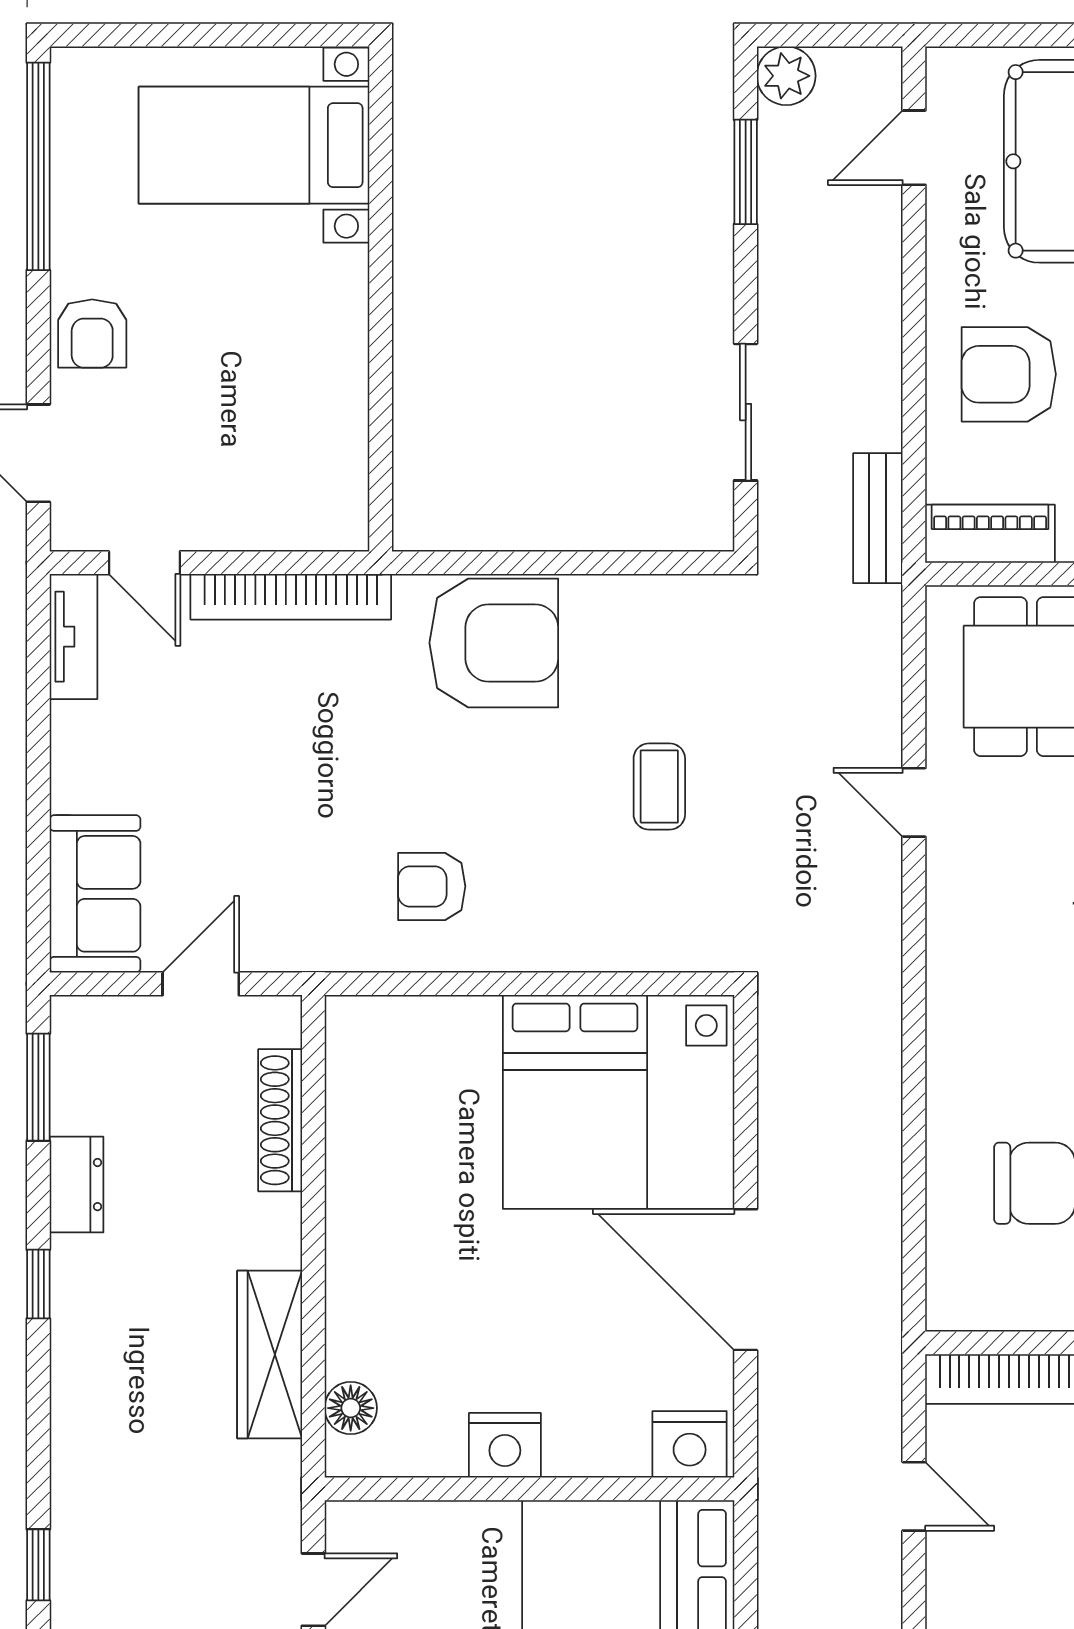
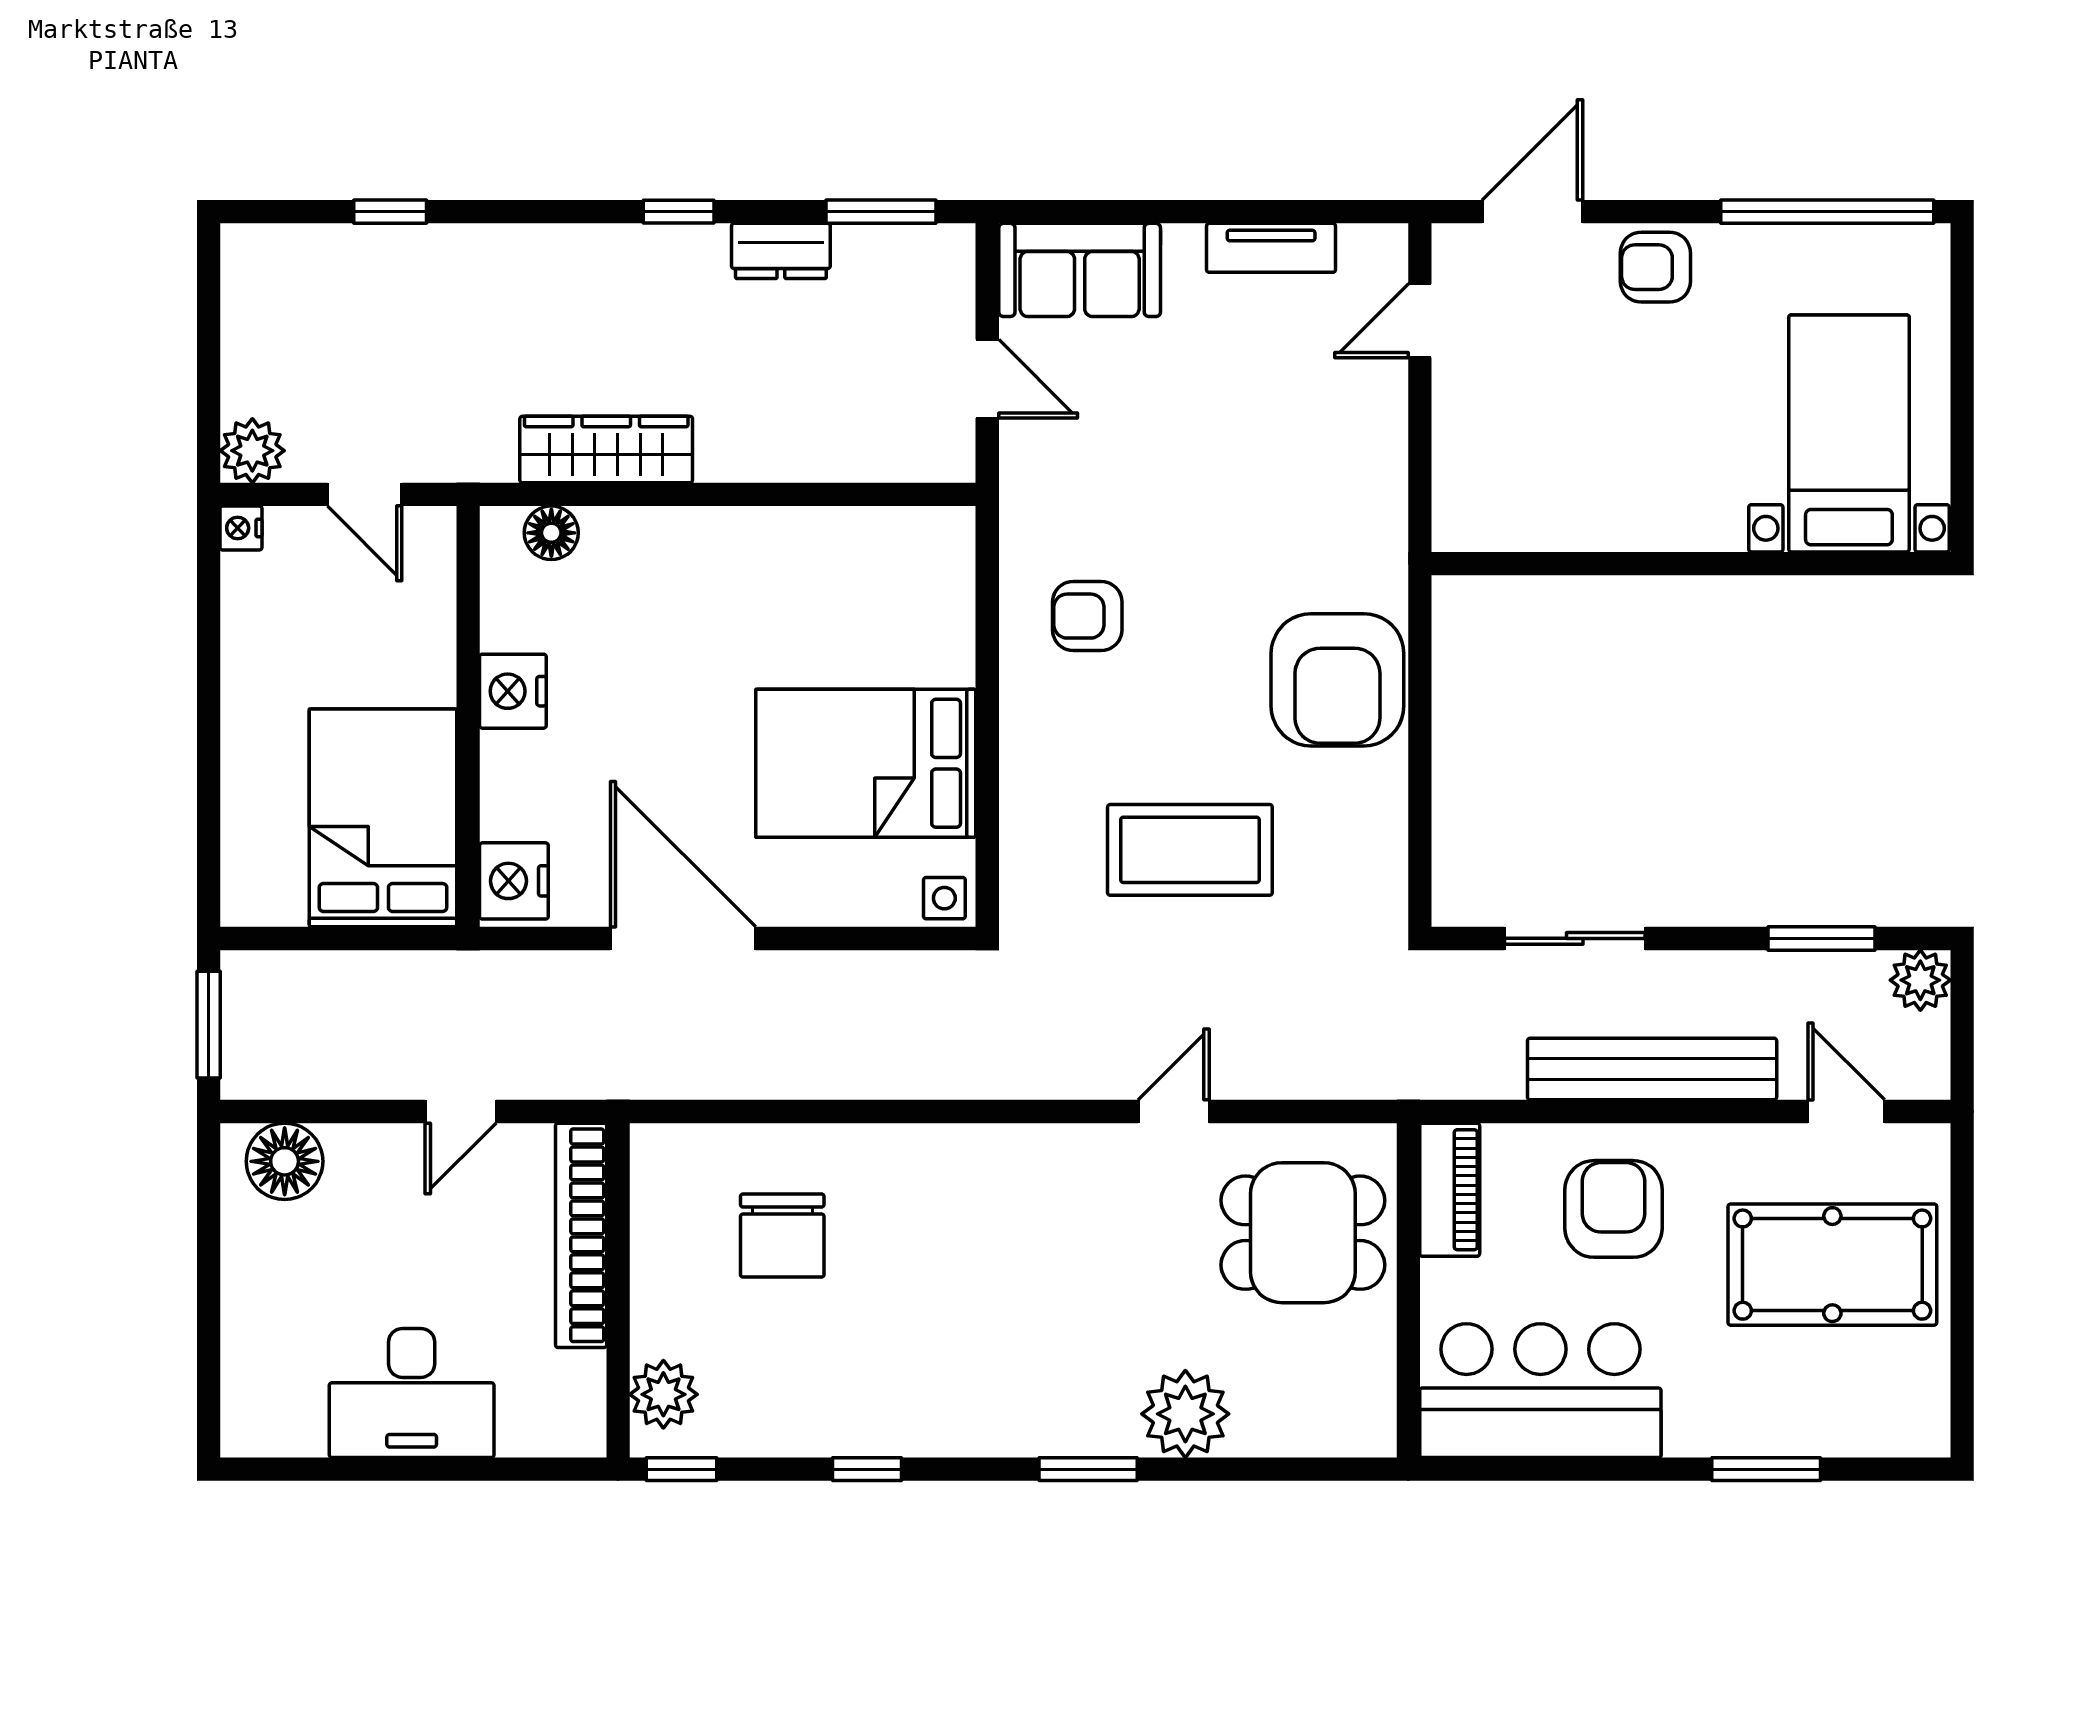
bench: (878, 518) -> (1652, 1069), moved, width x1.86, depth x1.21
bookcase: (291, 597) -> (1385, 471), removed
tv unit: (73, 637) -> (1271, 248), moved
coffee table: (659, 786) -> (1190, 850), width x1.86, depth x1.72
armchair: (432, 886) -> (1087, 616), turned -90
shoe rack: (280, 1120) -> (847, 460), removed
door: (746, 1280) -> (683, 938), hinge flipped

